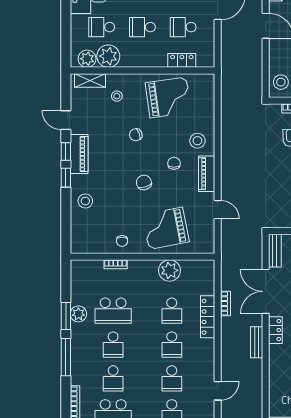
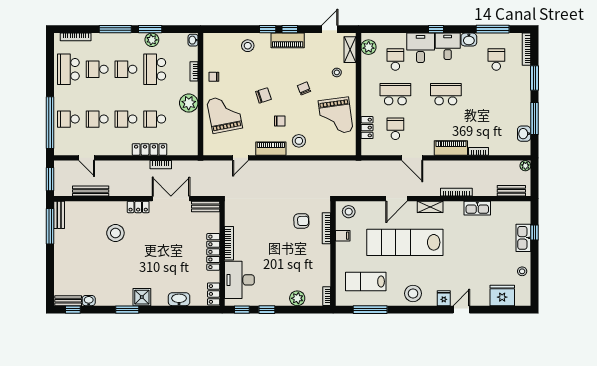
school desk: (142, 27) -> (395, 94), width x1.85
plant: (108, 56) -> (371, 65), removed
door: (66, 120) -> (330, 29), moved
washbasin: (79, 265) -> (193, 40), added
plant: (169, 270) -> (189, 103), moved
bench: (257, 342) -> (91, 191), moved, width x1.36

